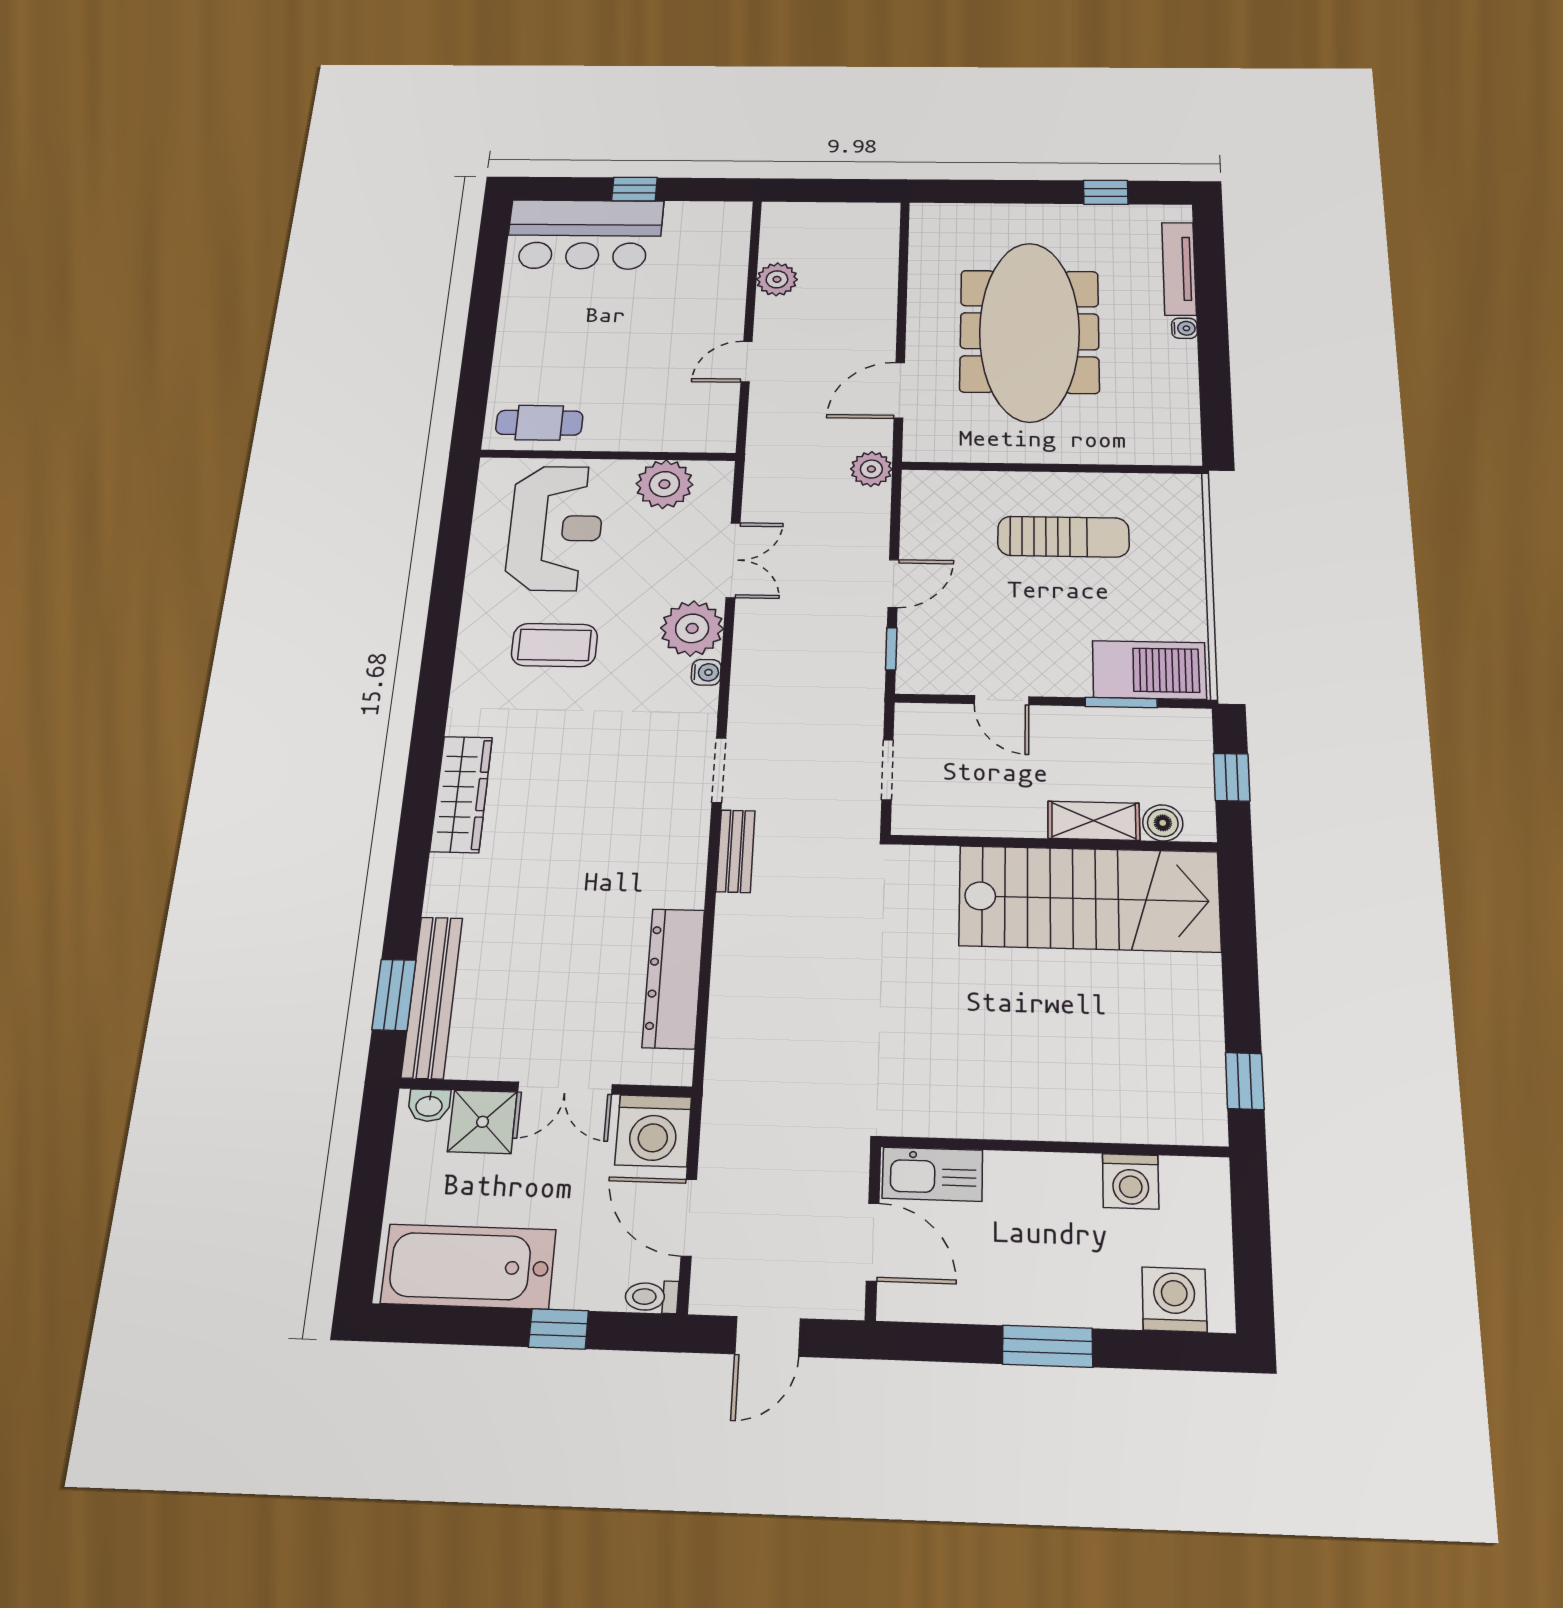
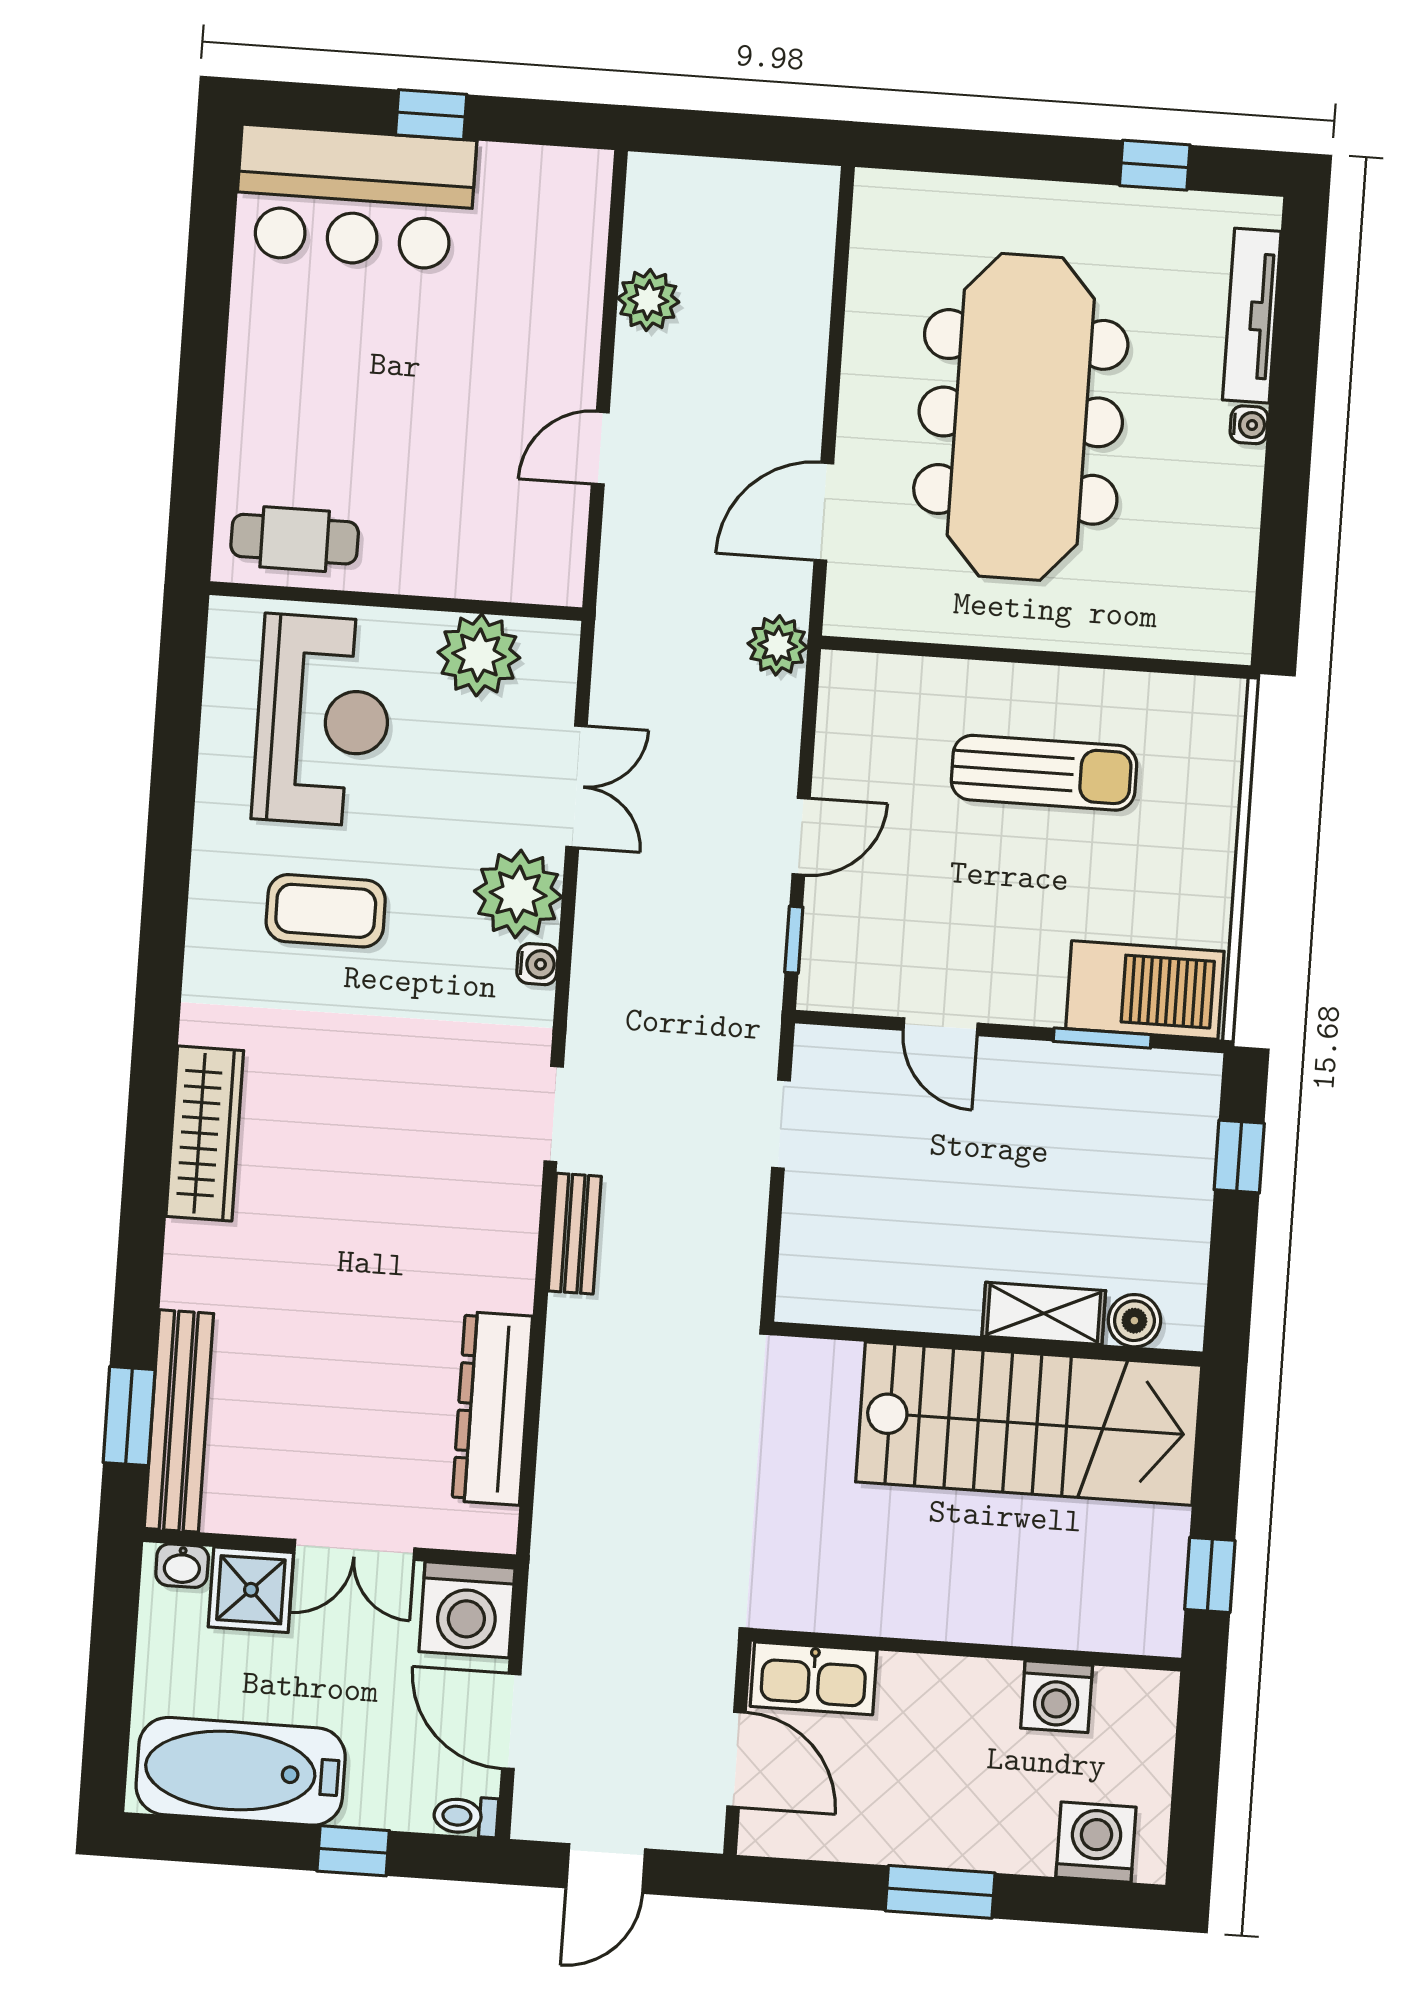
shelving: (1094, 821) -> (1044, 1313), moved
boiler: (1163, 823) -> (1134, 1321), moved
wall: (1053, 843) -> (988, 1343), moved
stairs: (1089, 899) -> (1029, 1424), moved

